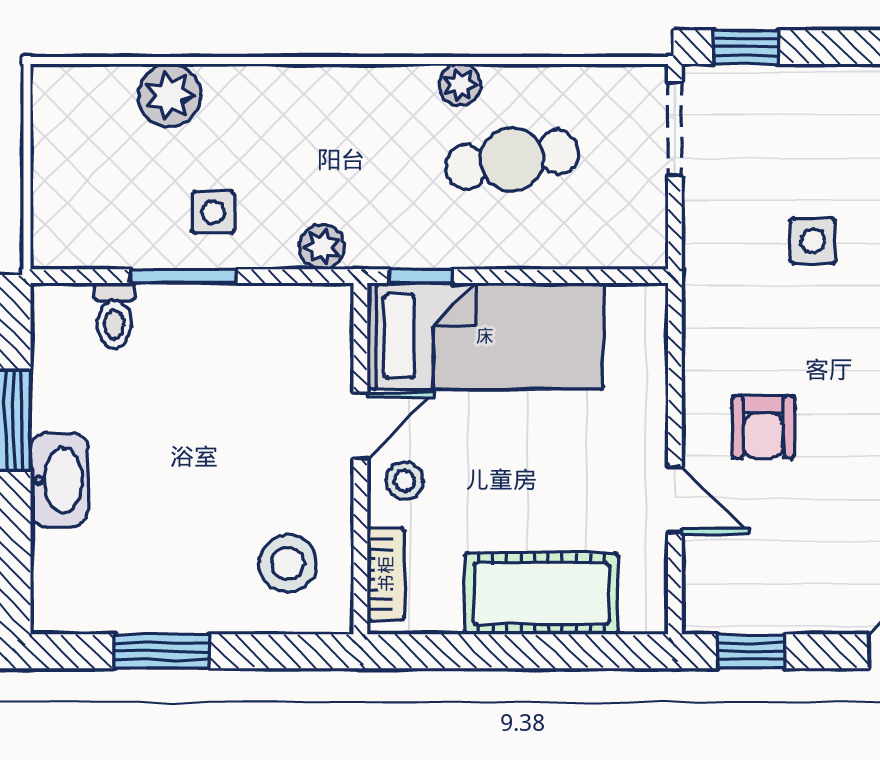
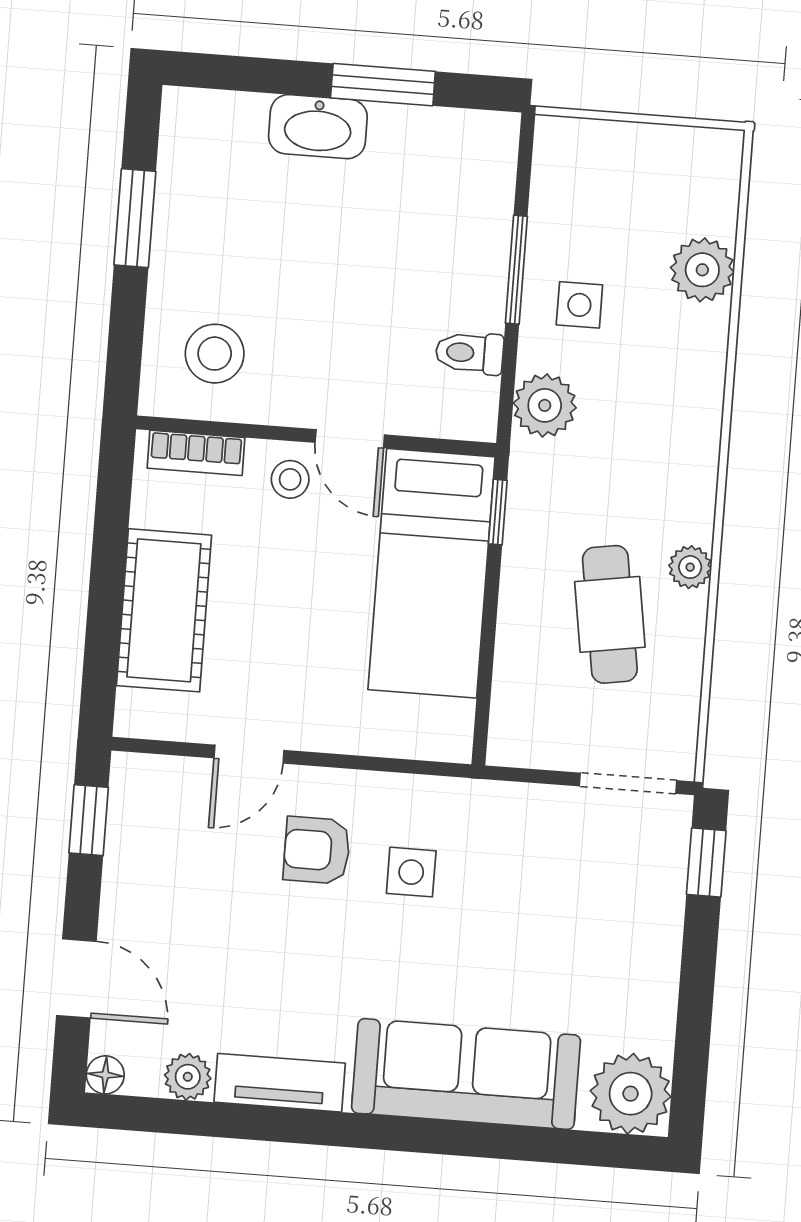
side table: (813, 241) -> (411, 872), moved
plant: (322, 247) -> (545, 405), width x1.38, depth x1.38
toilet: (114, 316) -> (470, 353), moved

